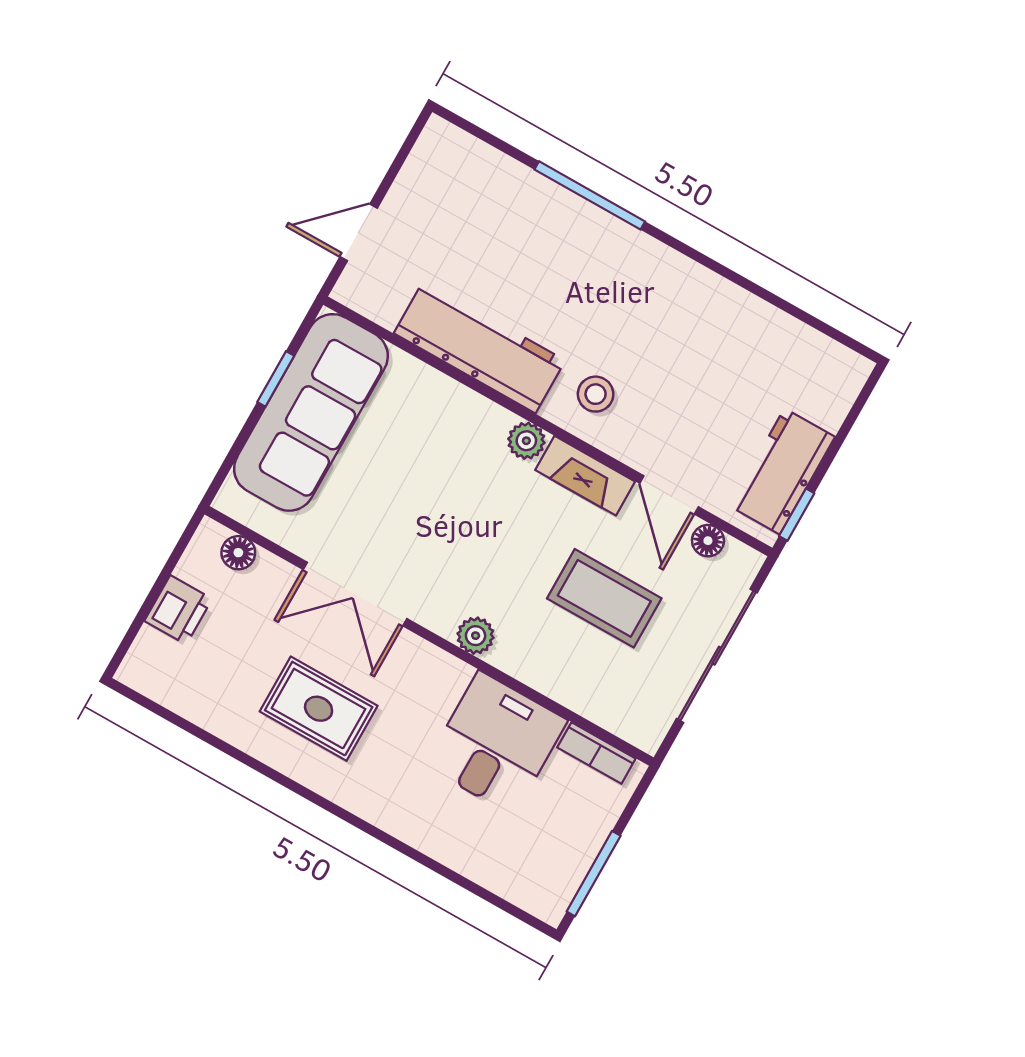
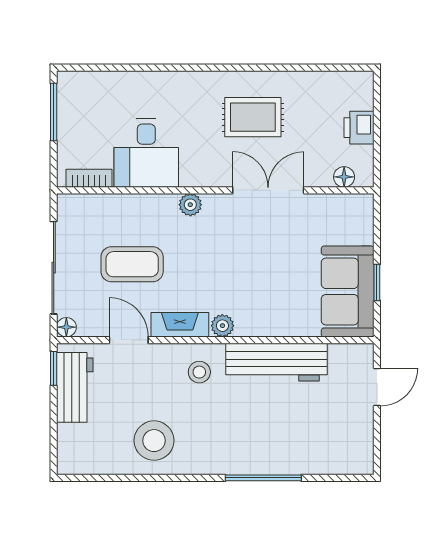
stool: (713, 334) -> (154, 441), added
sofa: (311, 412) -> (348, 291), width x0.73
floor lamp: (708, 541) -> (66, 327), moved

